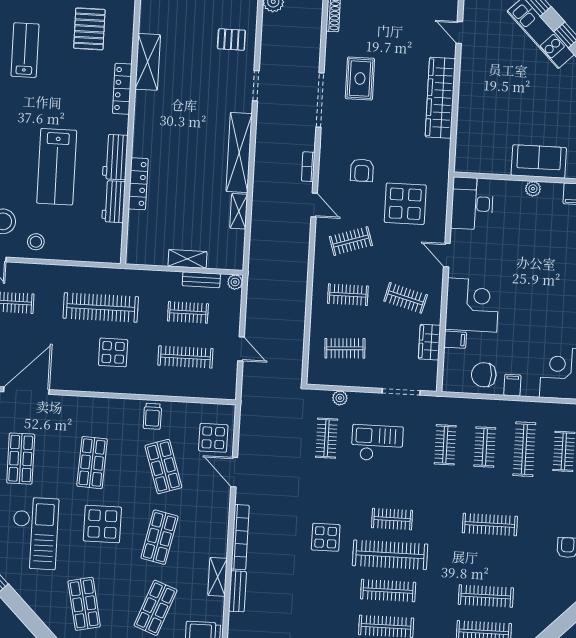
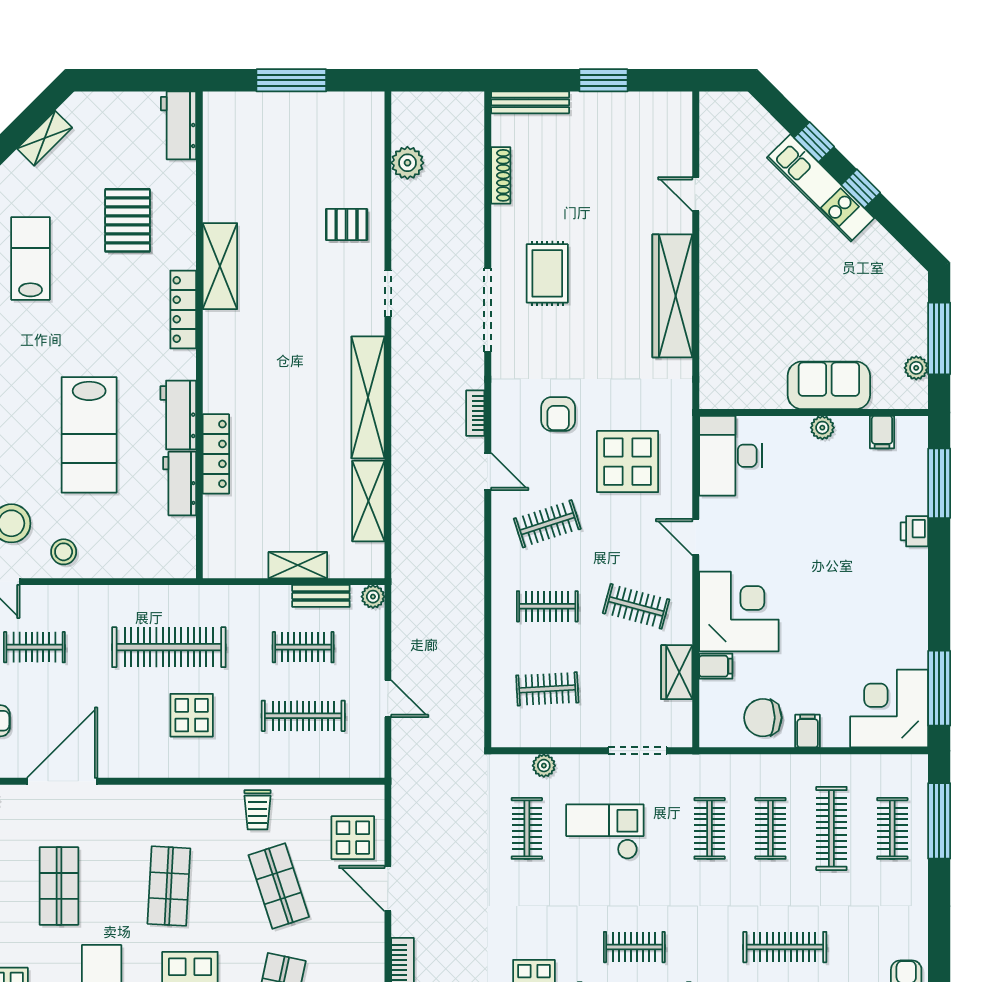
shelving: (239, 211) -> (368, 501), width x1.50, depth x1.33

